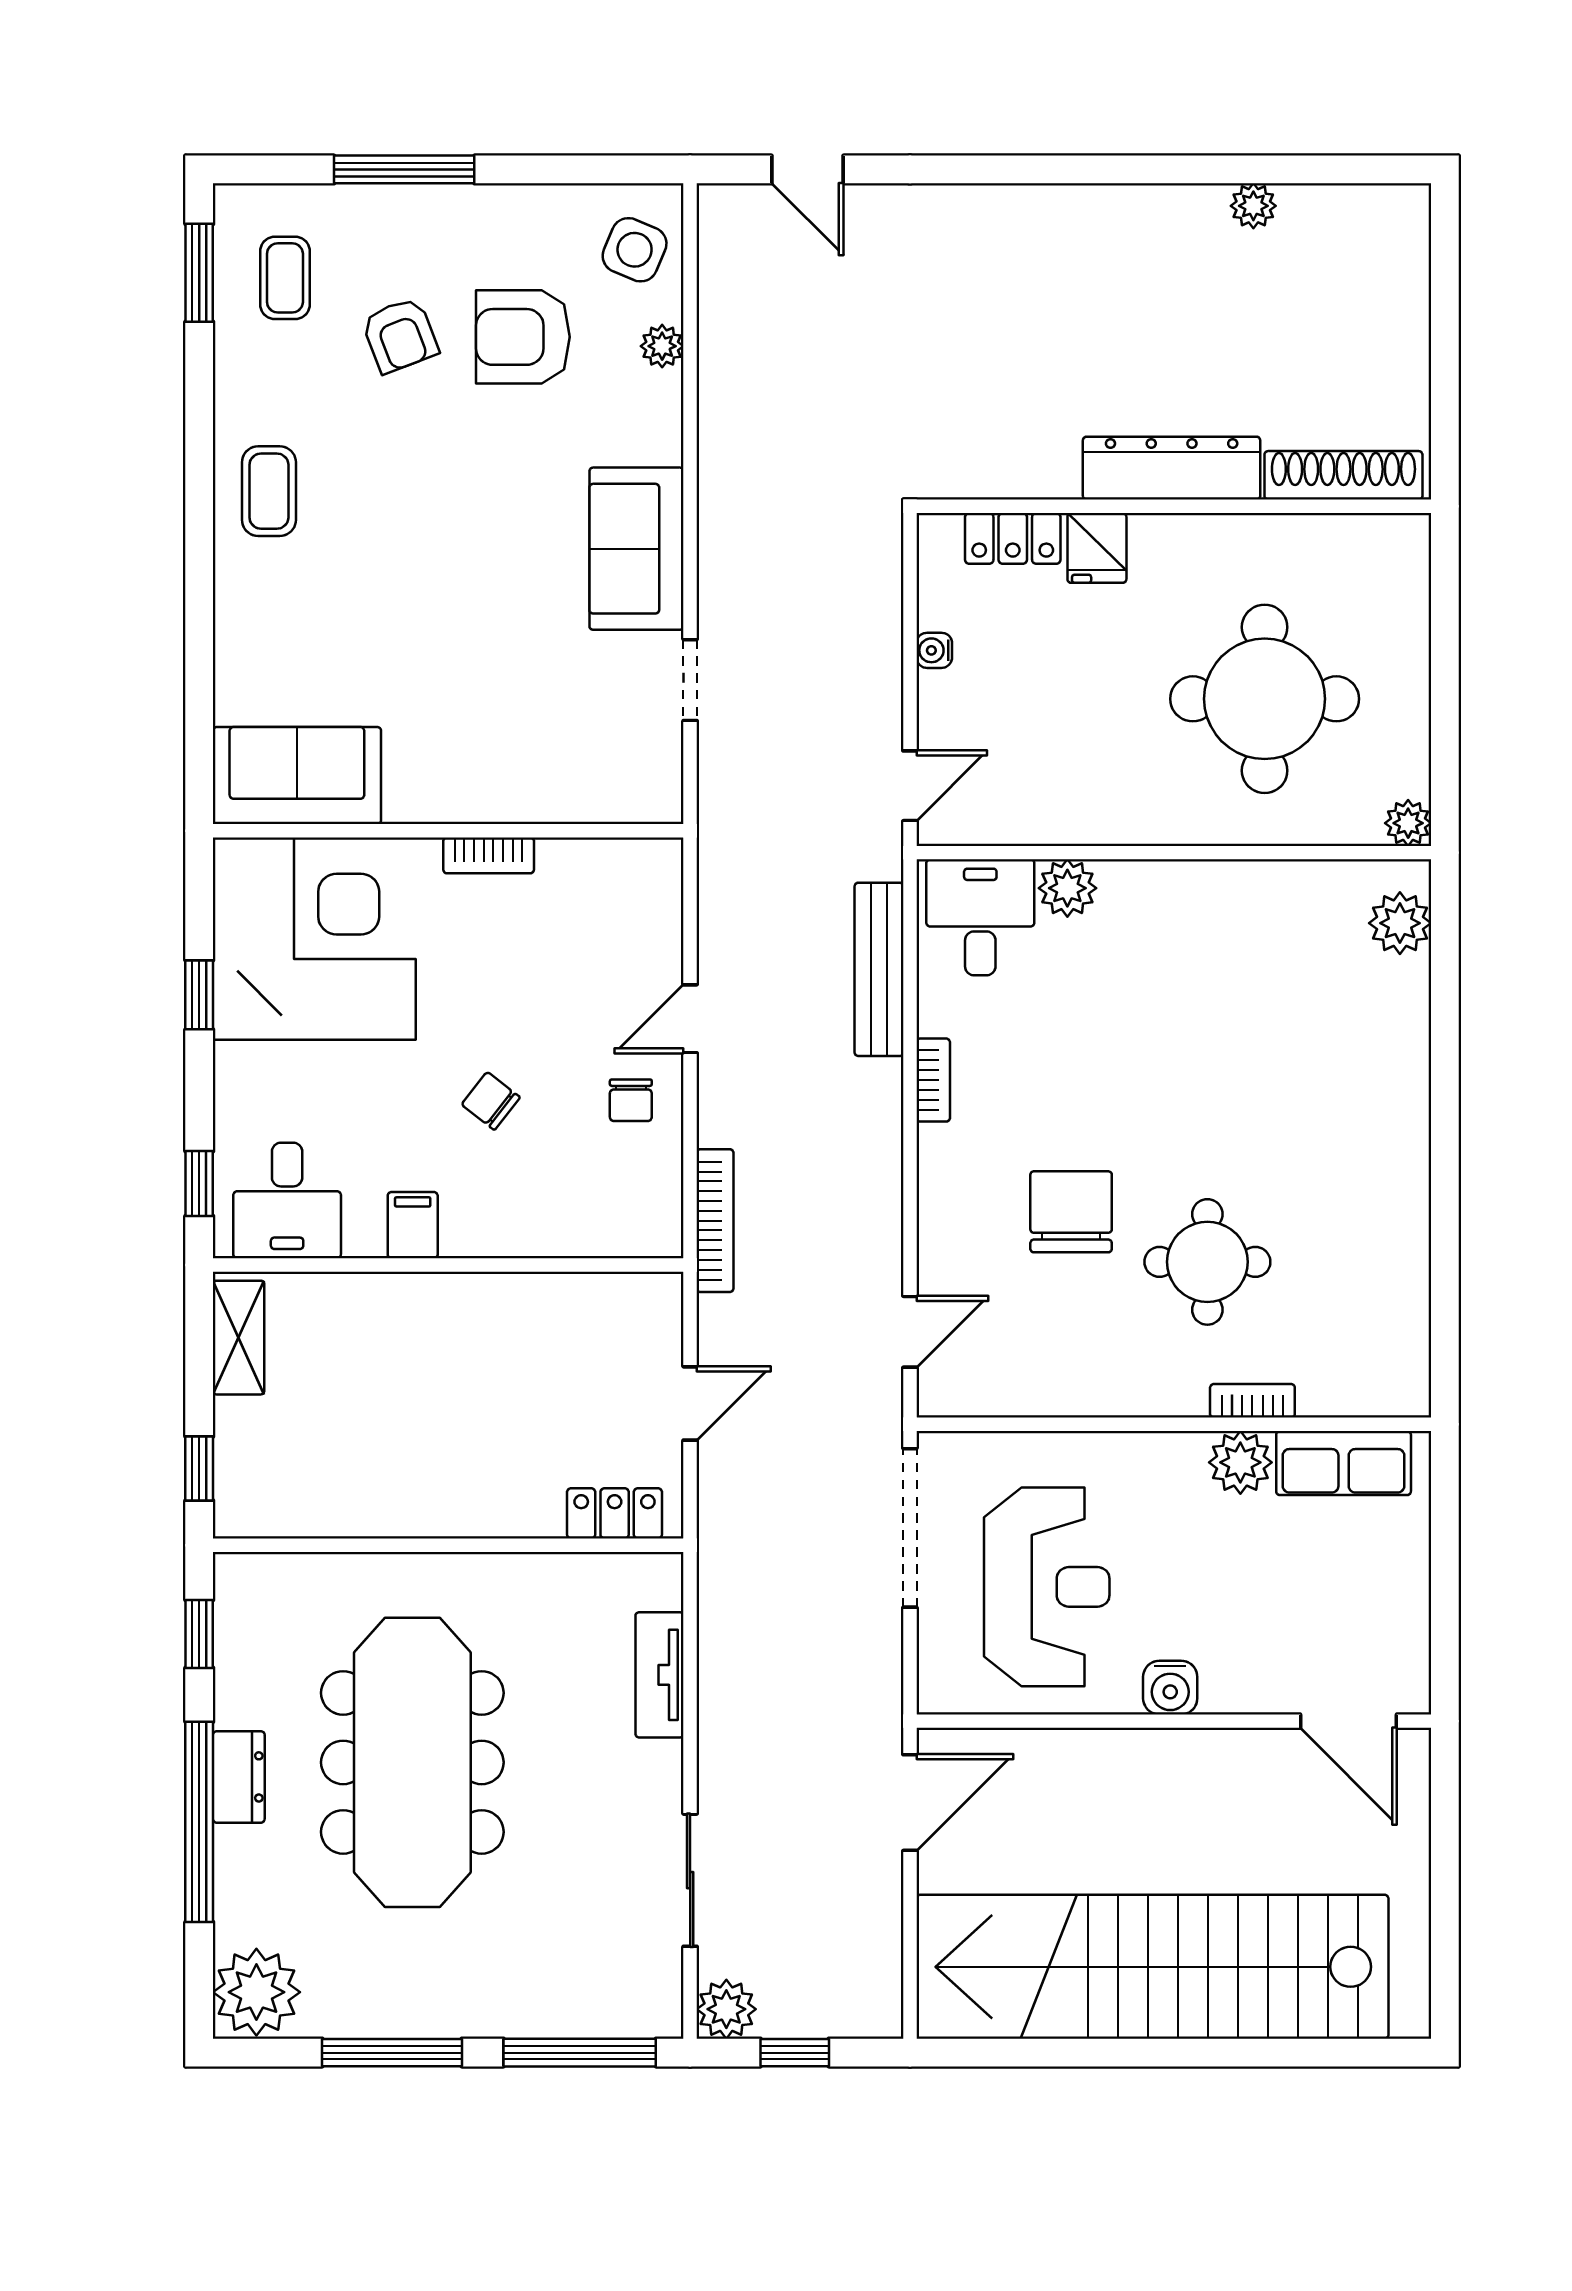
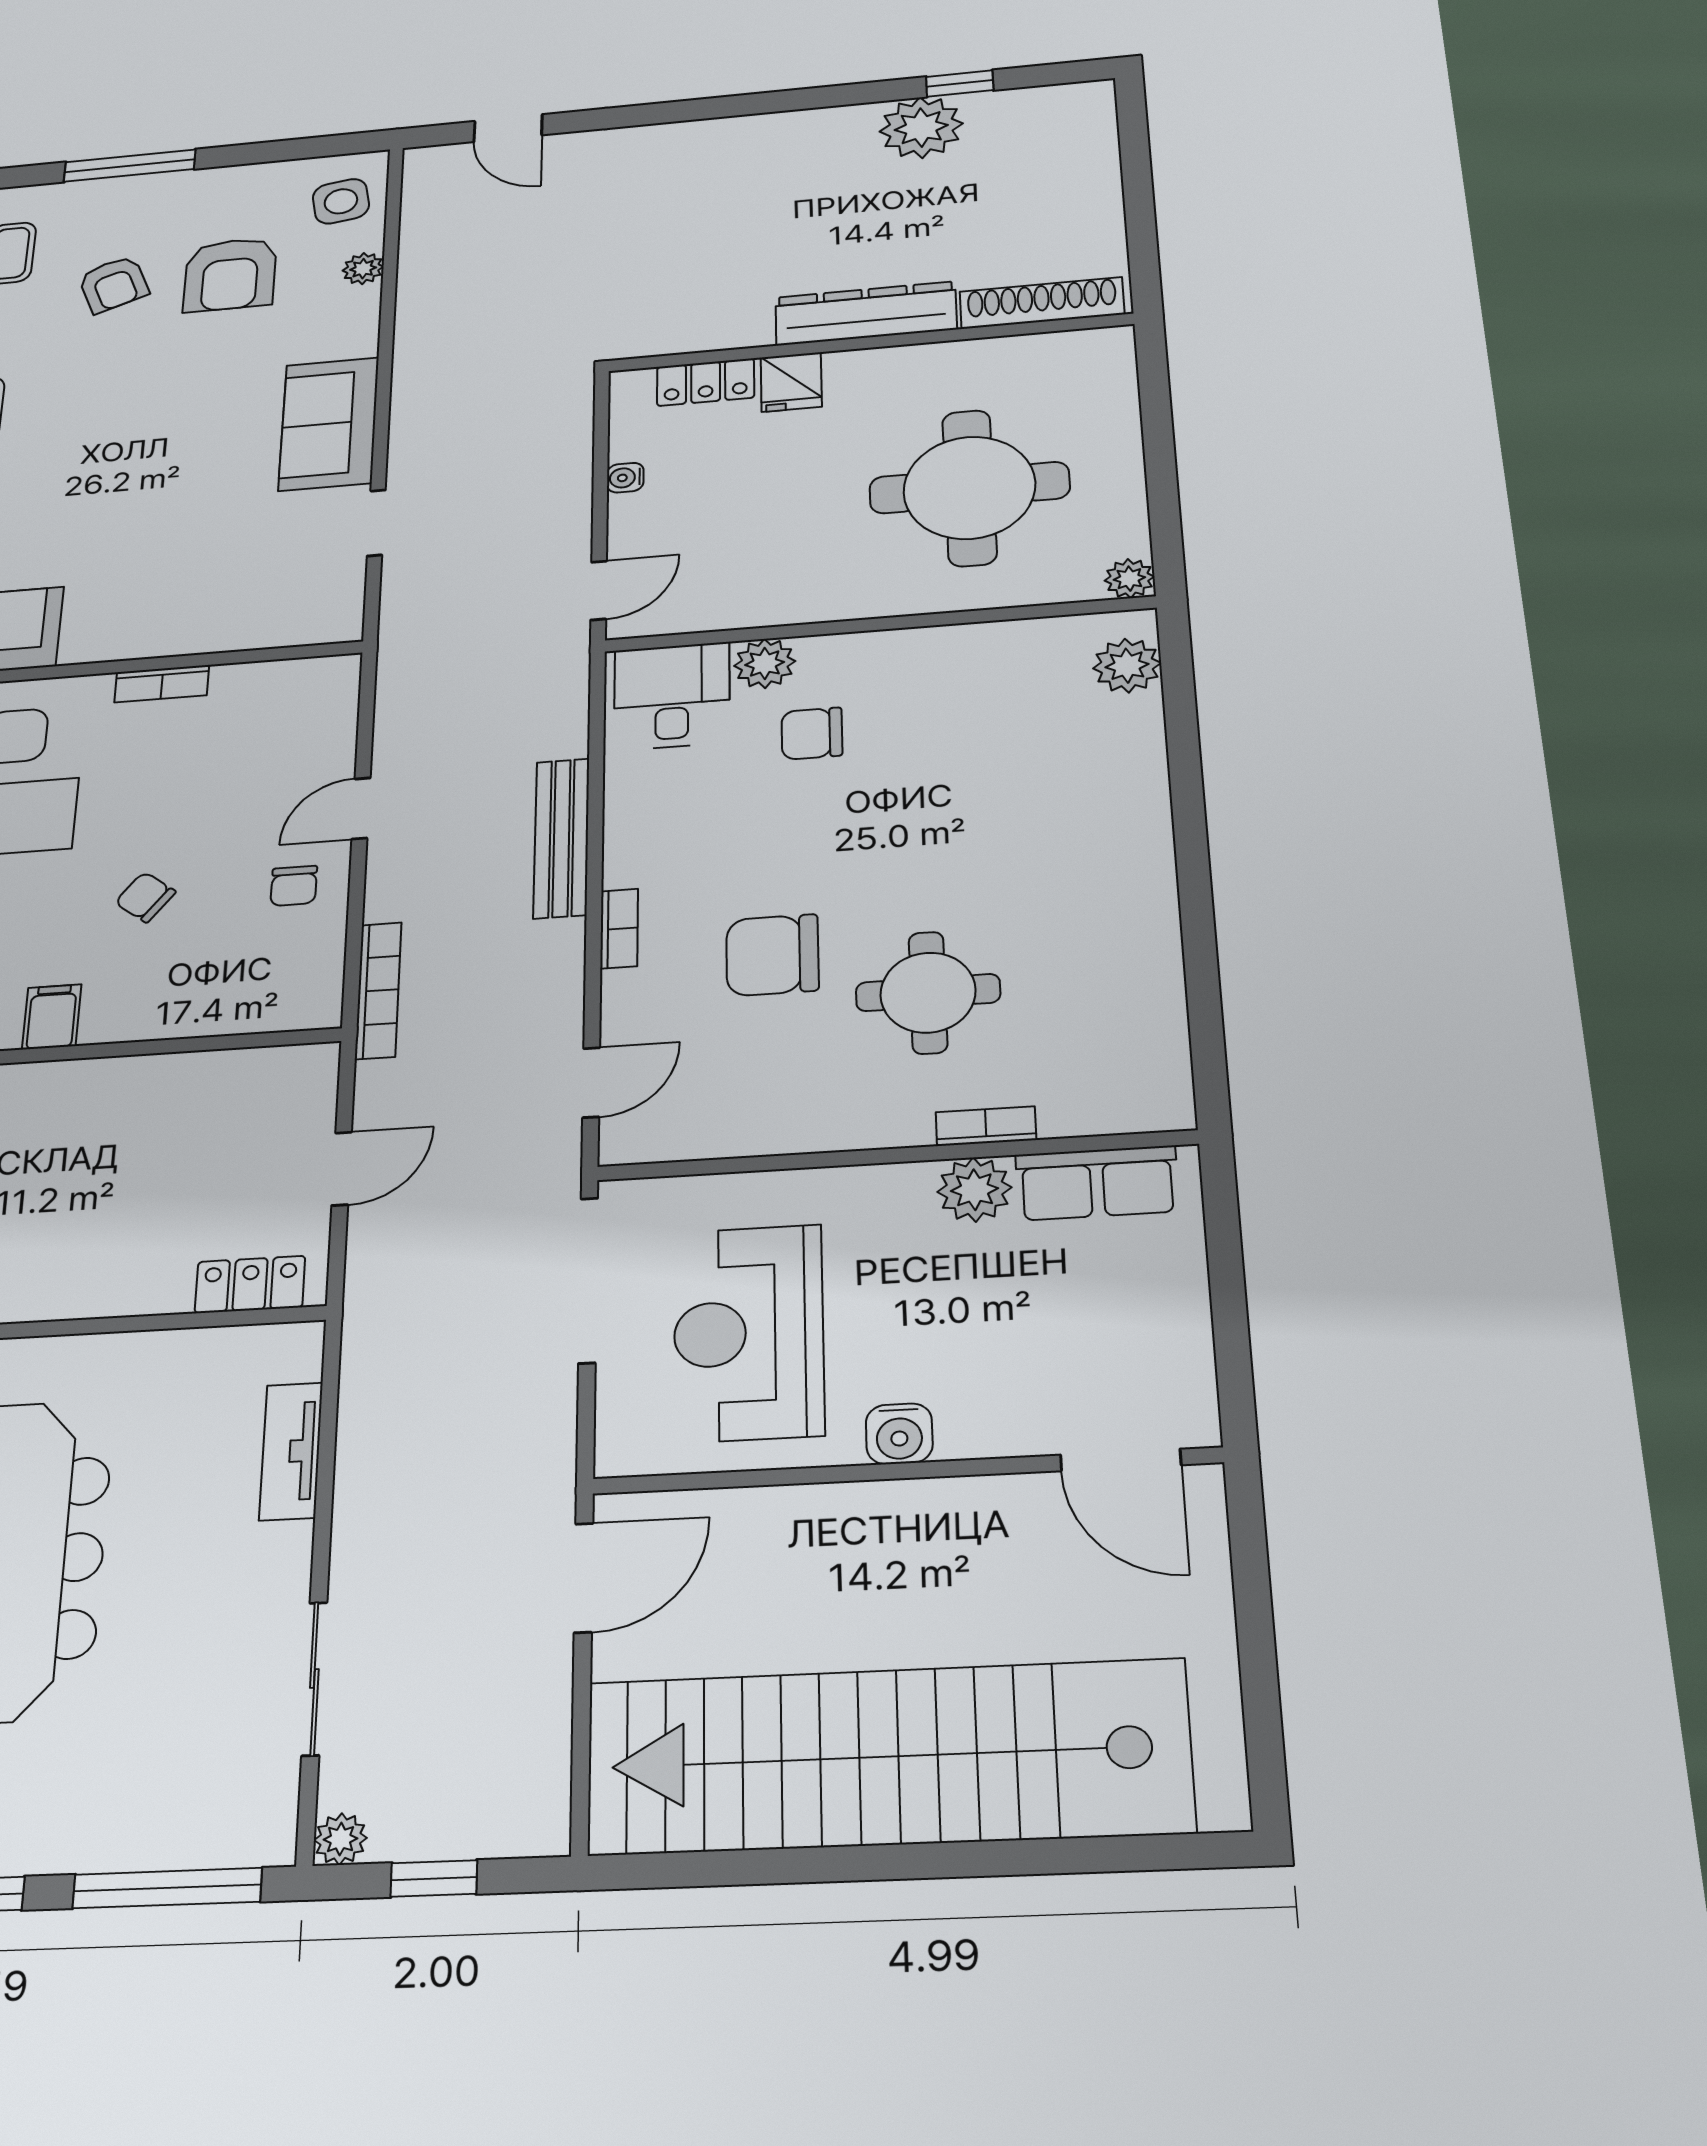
window: (1274, 169) -> (960, 83), added
plant: (1253, 206) -> (921, 128), width x1.88, depth x1.88
side table: (635, 250) -> (341, 201), turned -32
armchair: (523, 337) -> (230, 275), turned -90
bench: (879, 969) -> (561, 838), moved
chair: (1110, 973) -> (812, 734), added
bookcase: (933, 1080) -> (619, 929), moved
chair: (1071, 1212) -> (772, 955), turned -90
reception desk: (1047, 1587) -> (749, 1333), turned 180
plant: (726, 2009) -> (340, 1839), width x0.73, depth x0.73

